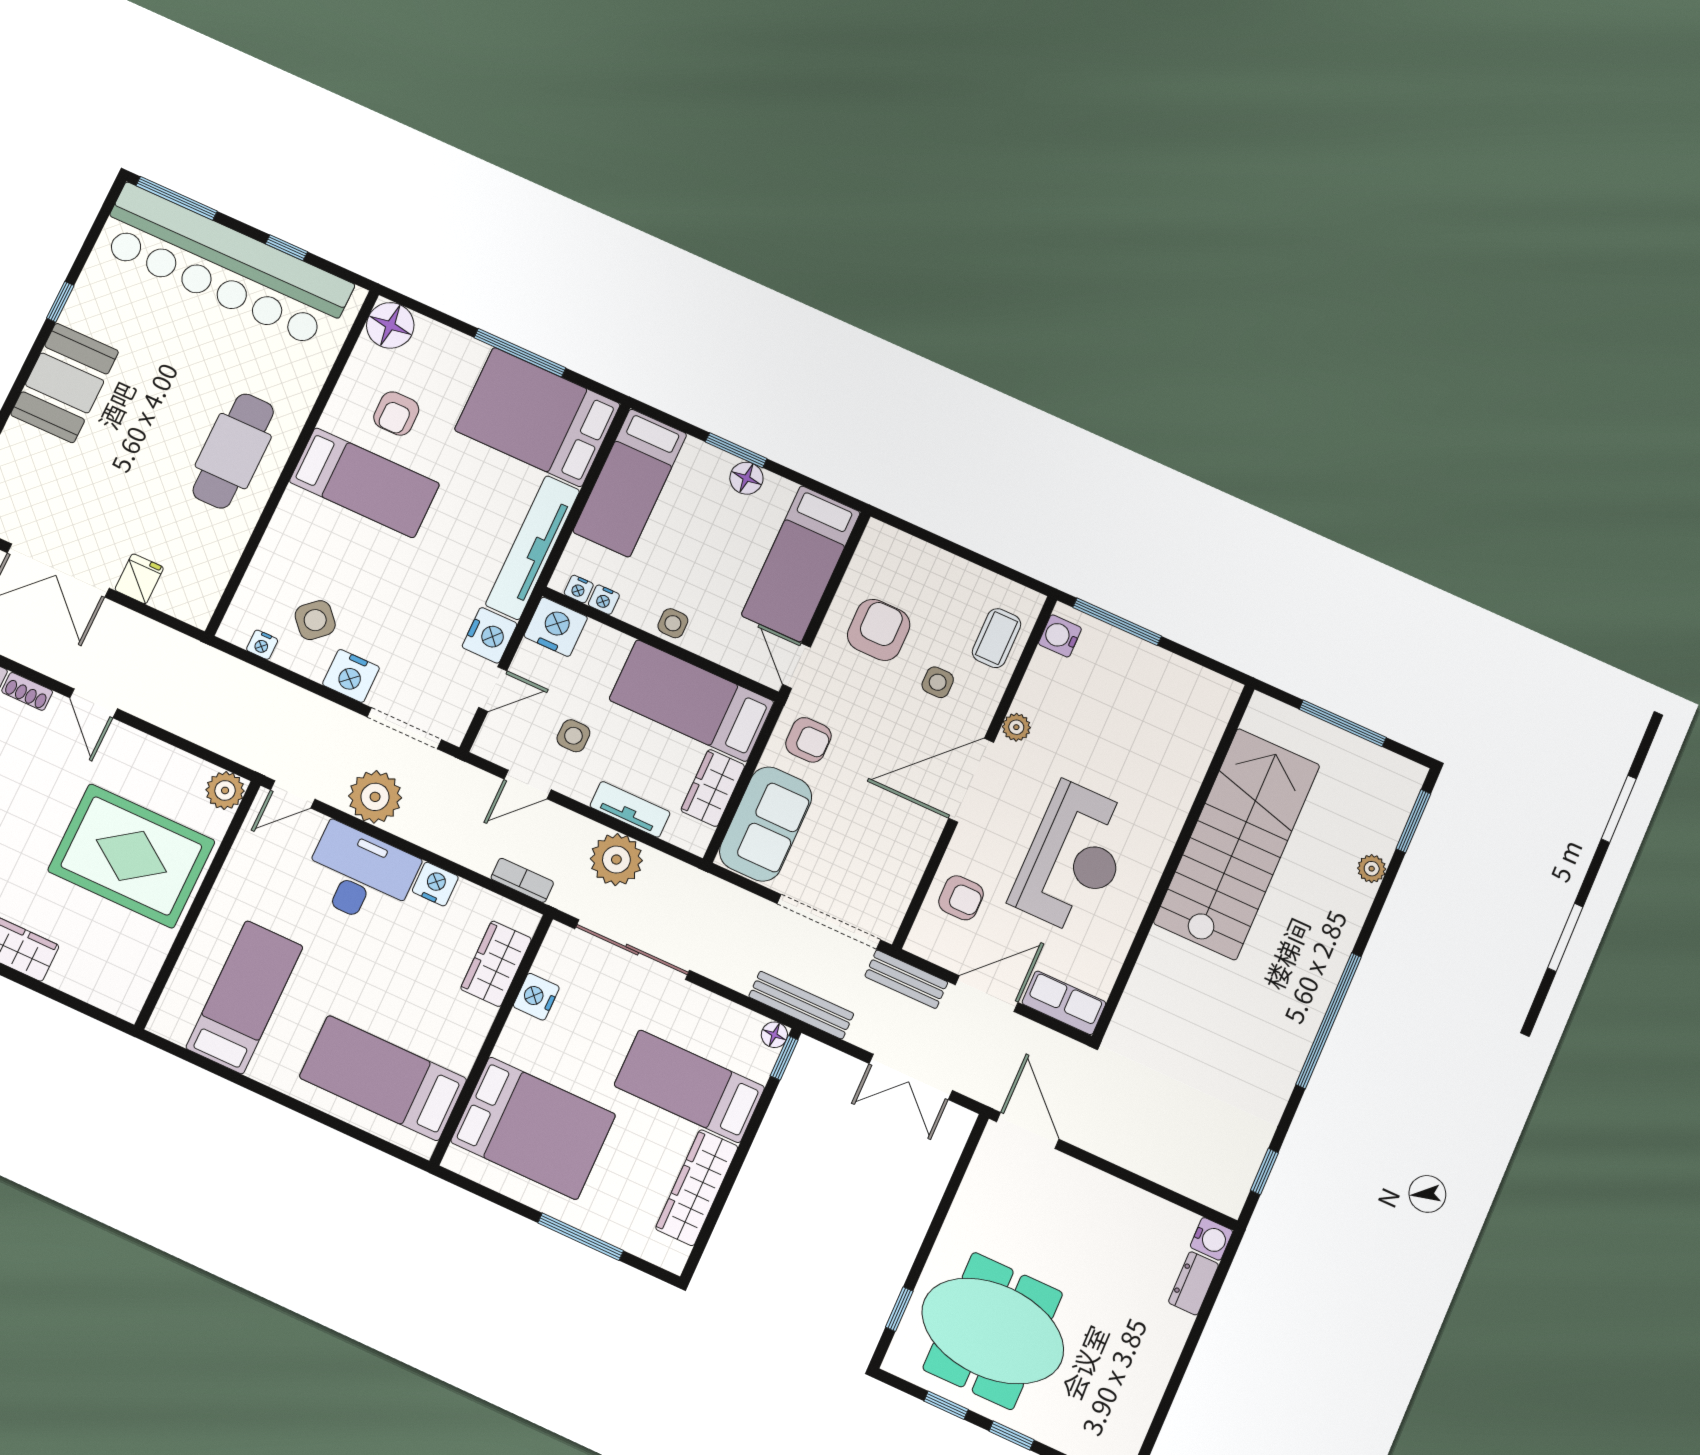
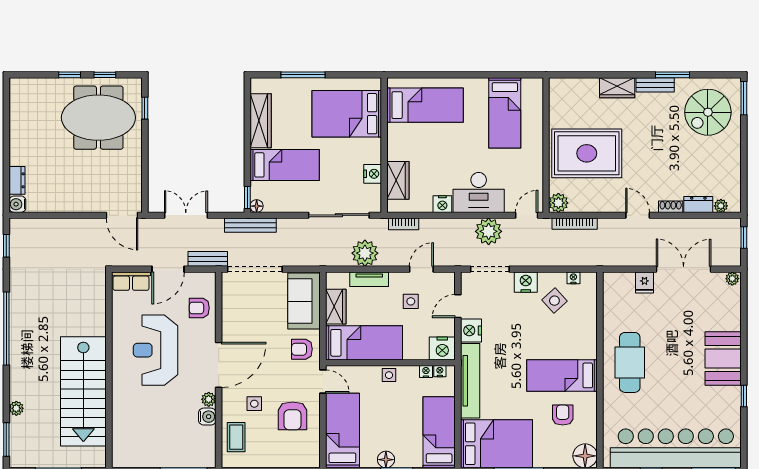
water cooler: (1060, 636) -> (207, 417), moved
bookcase: (214, 740) -> (575, 224), added

